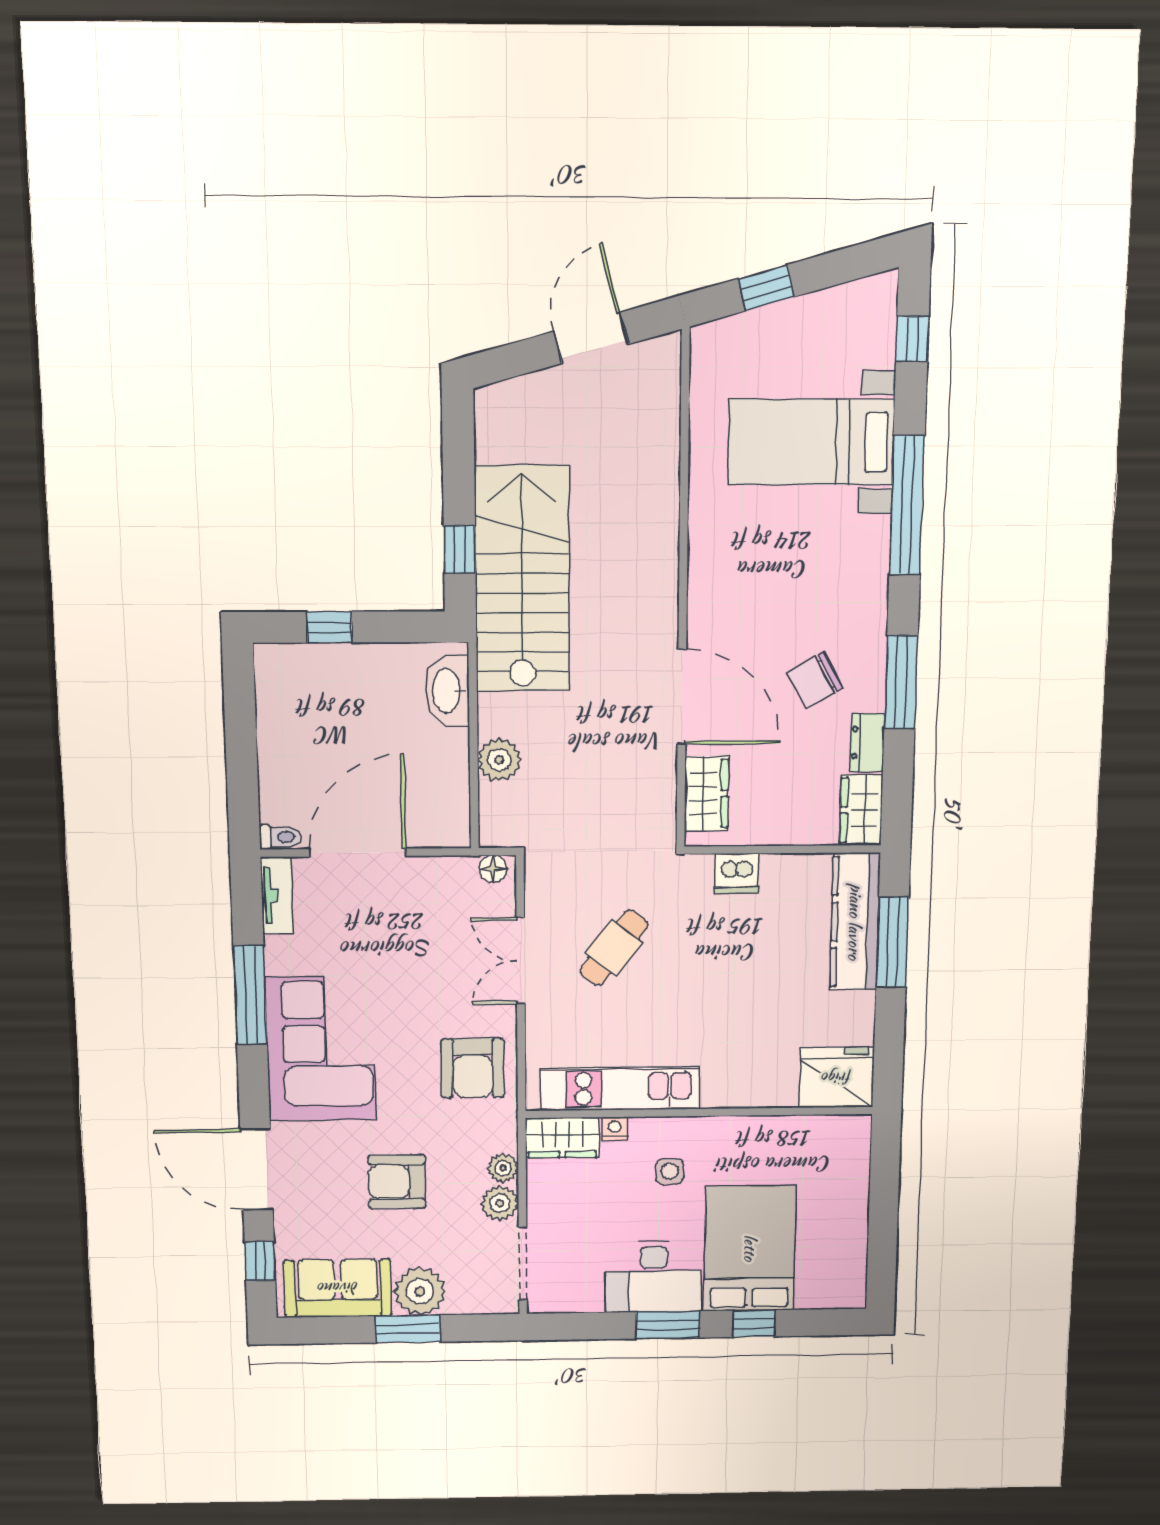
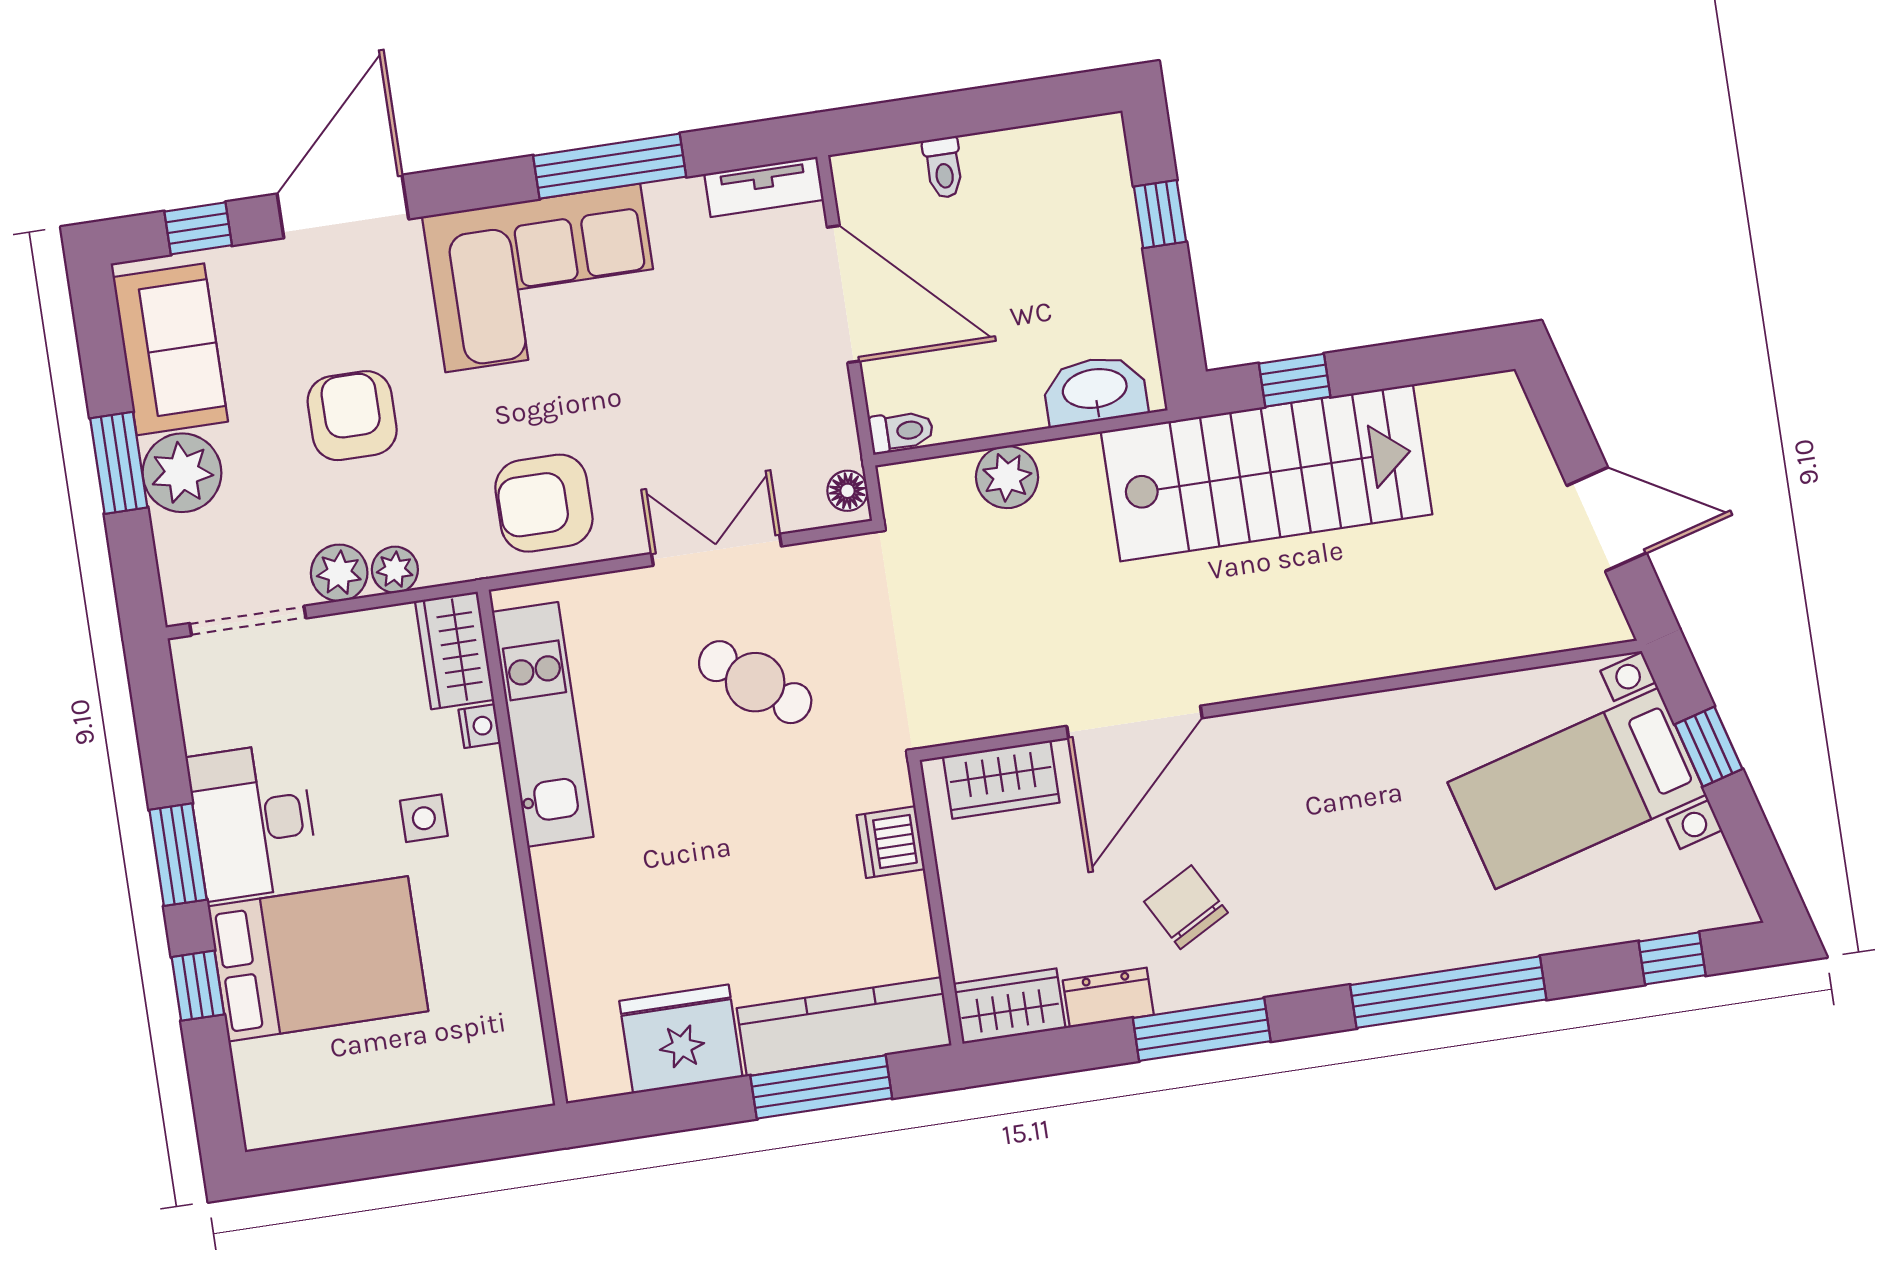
bed with nightstands: (811, 442) -> (1577, 788), moved, turned -106
toilet: (458, 827) -> (901, 431), added
toilet: (280, 837) -> (943, 168), moved
fridge: (837, 1078) -> (681, 1039), moved, turned -90

